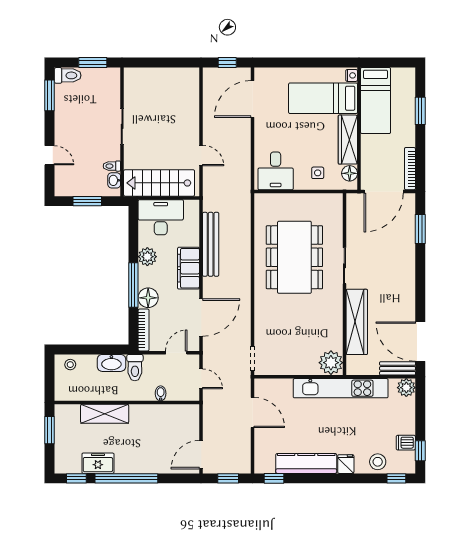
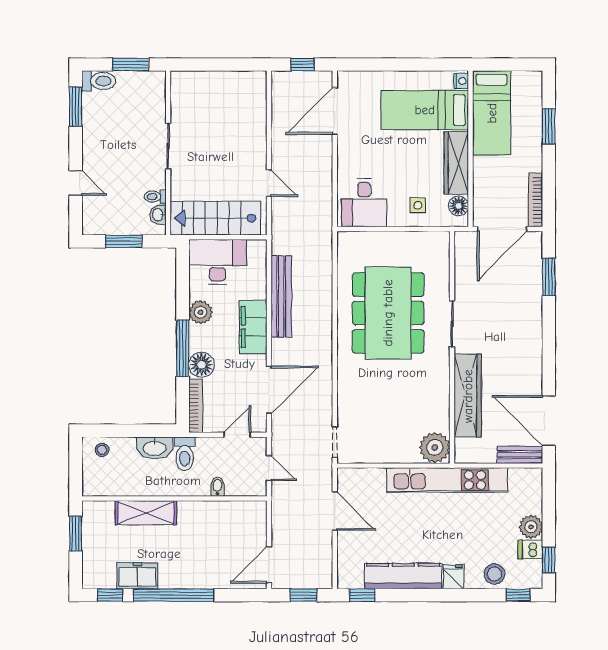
plant: (406, 388) -> (531, 527), moved

